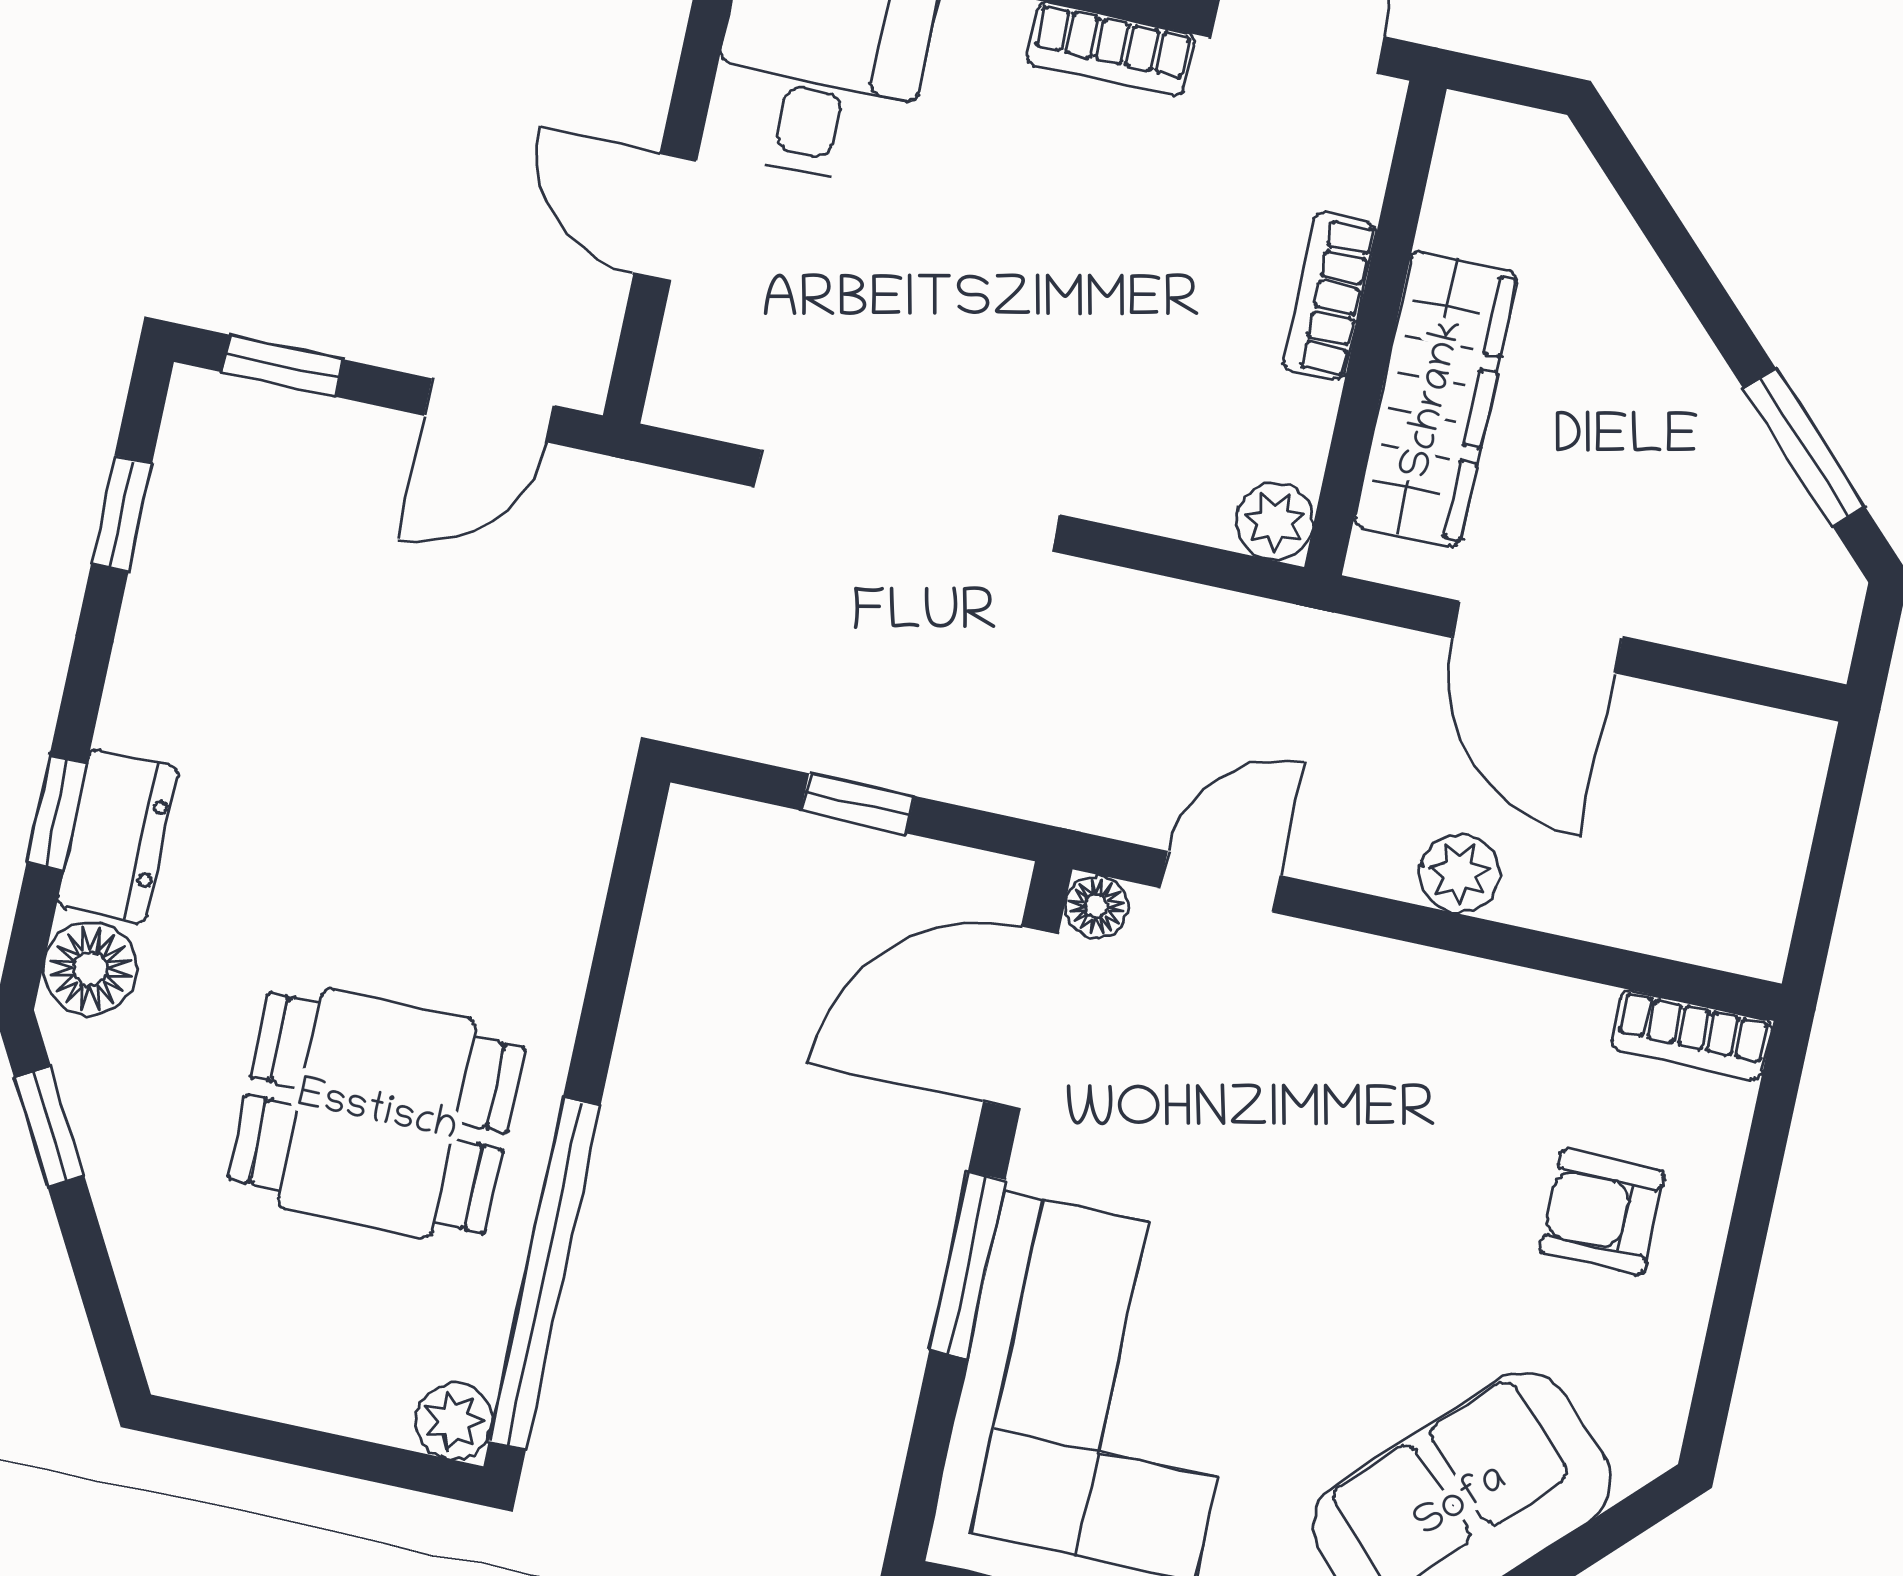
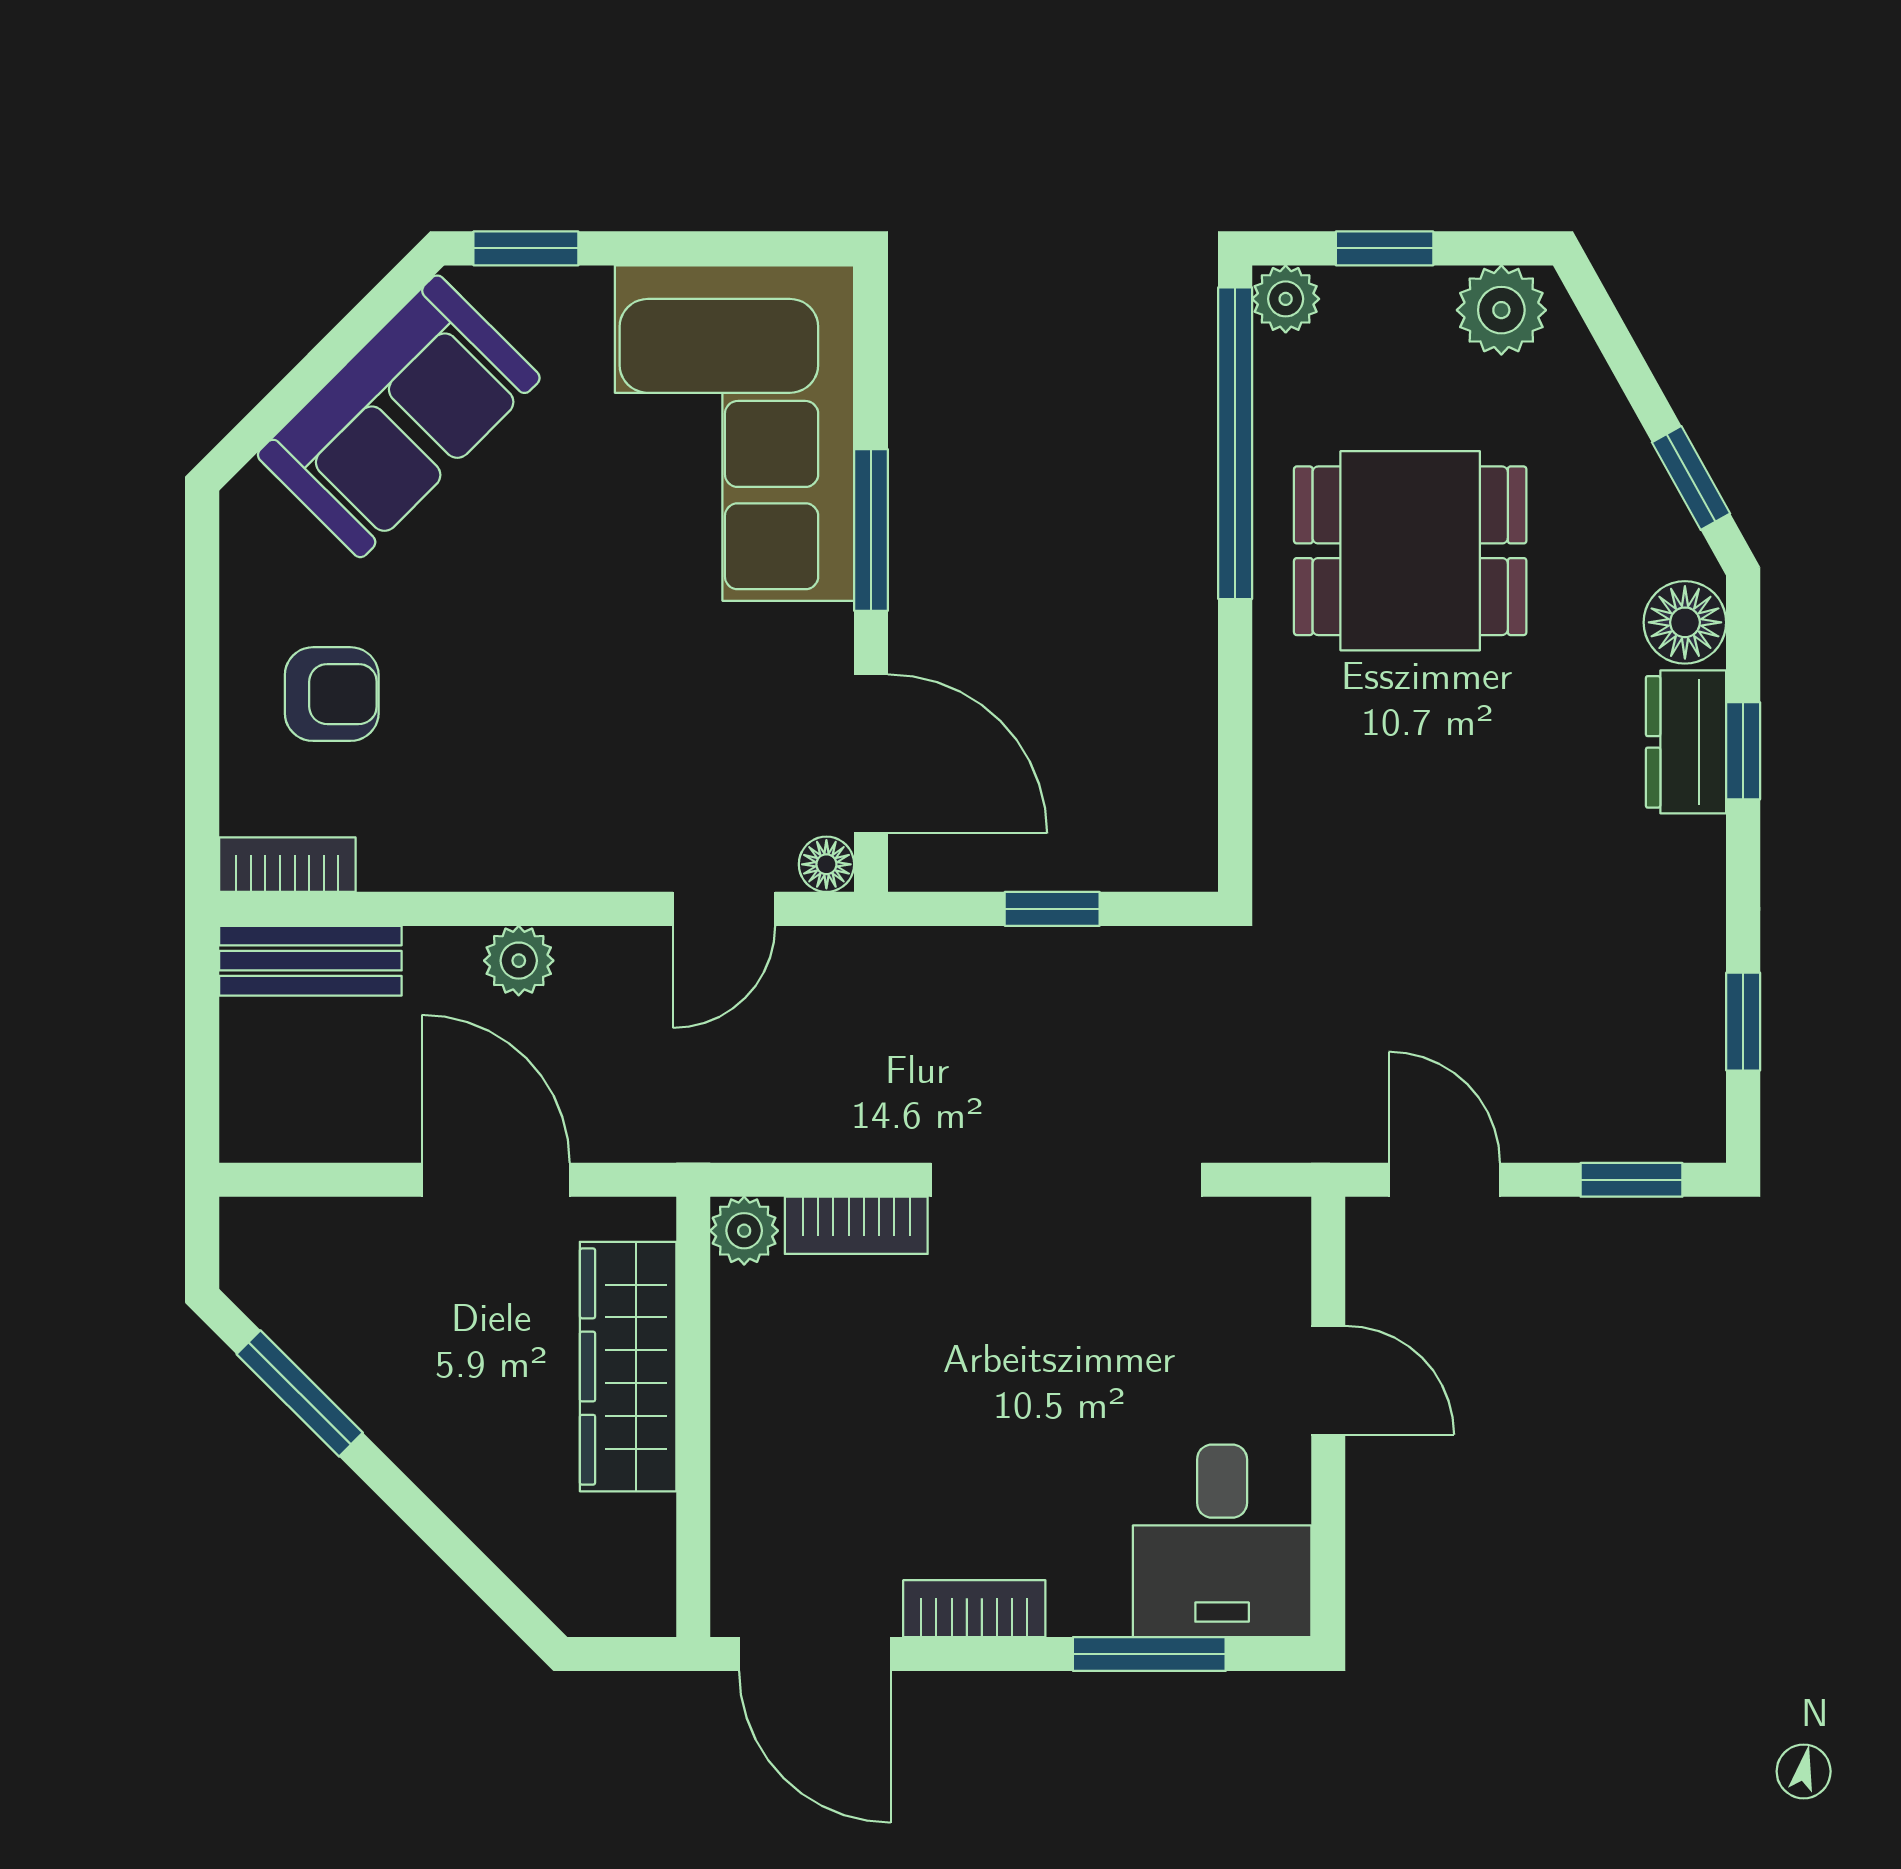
bookcase: (1330, 296) -> (856, 1225), moved, turned 90
door: (489, 410) -> (1444, 1180), hinge flipped
bench: (1689, 923) -> (310, 961), added
door: (1021, 1018) -> (871, 754), hinge flipped
plant: (219, 1357) -> (1501, 310), added
window: (333, 1453) -> (1385, 248), added

